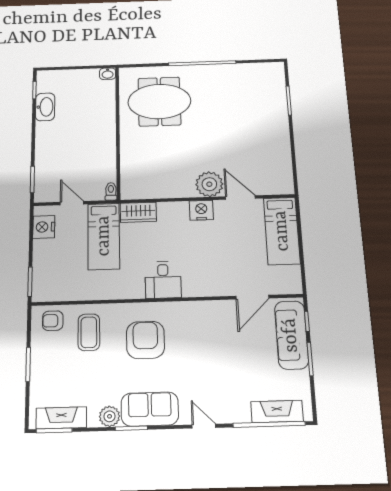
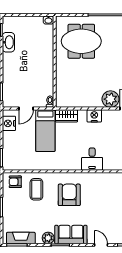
door: (72, 203) -> (26, 109), swing flipped
nightstand: (201, 210) -> (94, 116), moved
desk: (163, 280) -> (92, 159), moved

